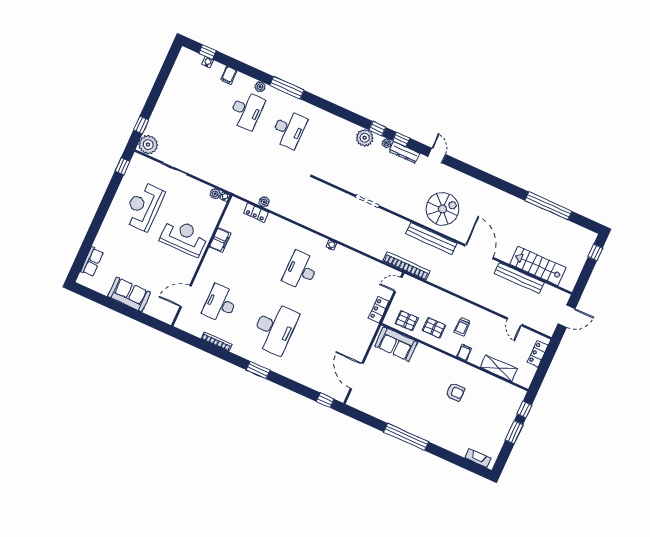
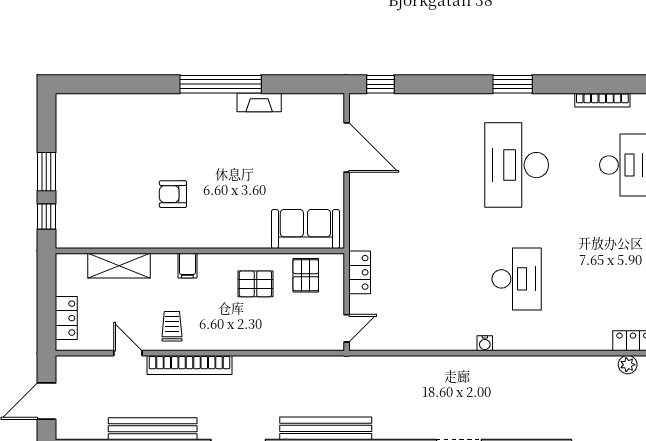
bookcase: (406, 266) -> (189, 365), moved
pallet: (407, 321) -> (306, 275), turned 90
trolley: (462, 327) -> (172, 326), moved
fireplace: (478, 458) -> (259, 102), moved

